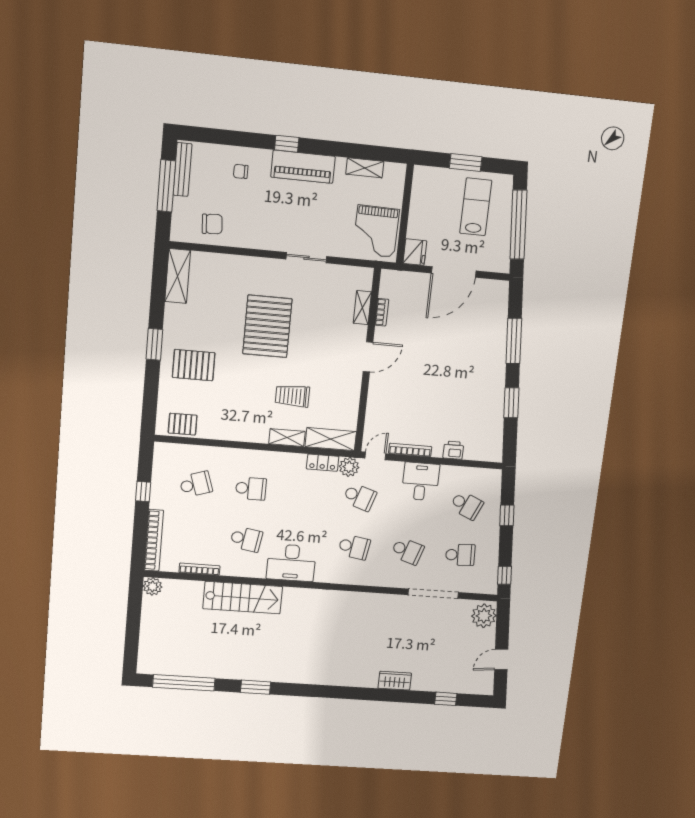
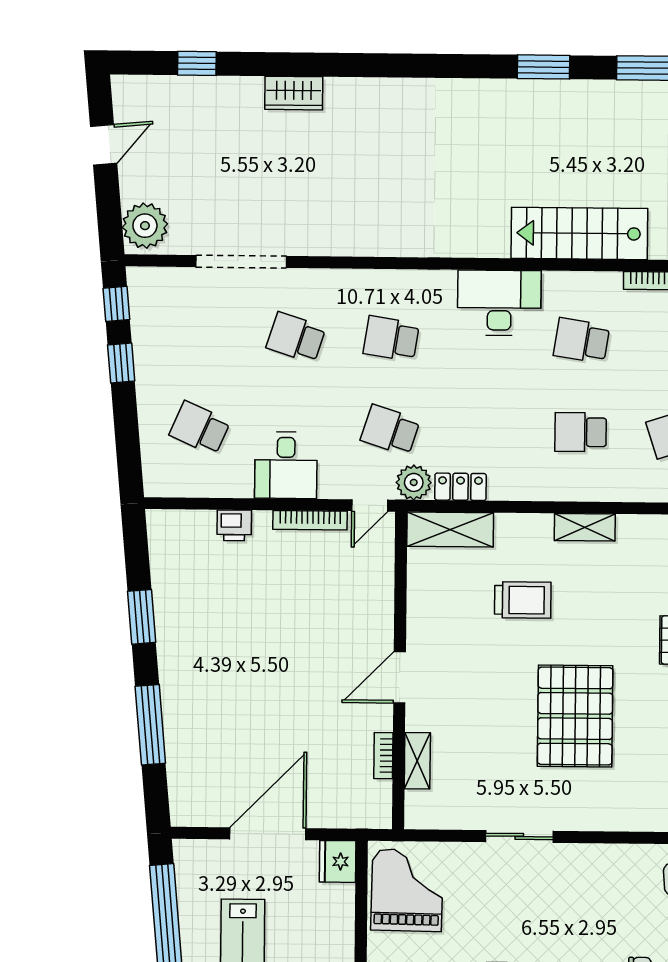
shelving: (287, 438) -> (585, 527), moved
window: (507, 515) -> (121, 363), moved
school desk: (460, 555) -> (201, 337), removed

